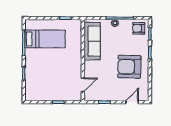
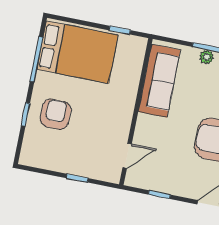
bed: (45, 39) -> (77, 52), width x1.50
armchair: (40, 70) -> (55, 114), added

